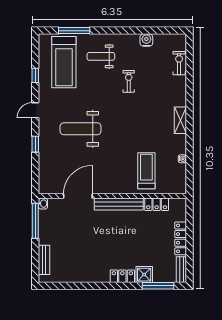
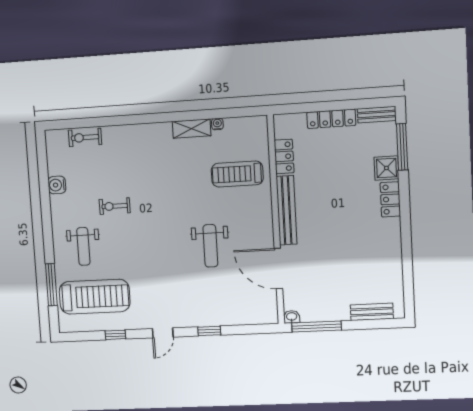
door: (35, 110) -> (163, 333), hinge flipped
shelving: (180, 120) -> (192, 129), moved
weight bench: (81, 129) -> (210, 246), moved, width x0.73, depth x0.75

